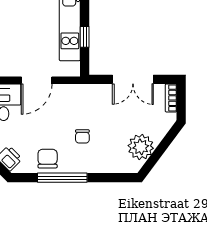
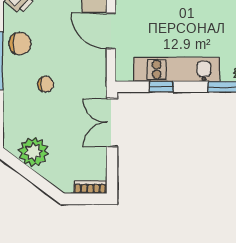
double door: (133, 79) -> (112, 123), moved
chair: (82, 136) -> (46, 84), turned 180

